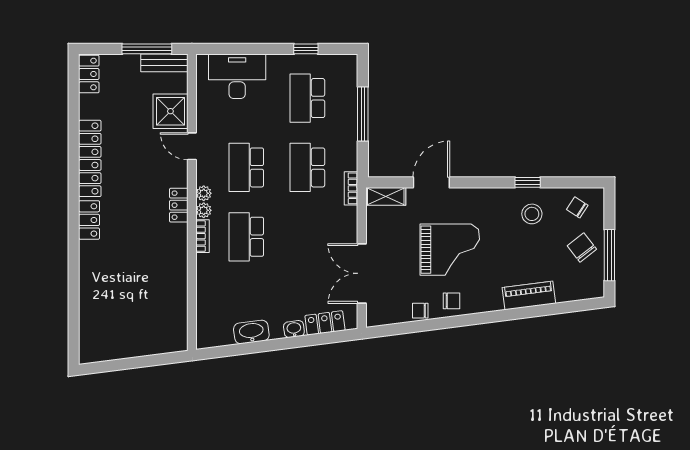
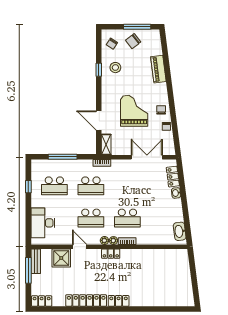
door: (192, 146) -> (80, 247), swing flipped
double door: (362, 273) -> (147, 157), swing flipped
washbasin: (251, 332) -> (180, 231), moved

